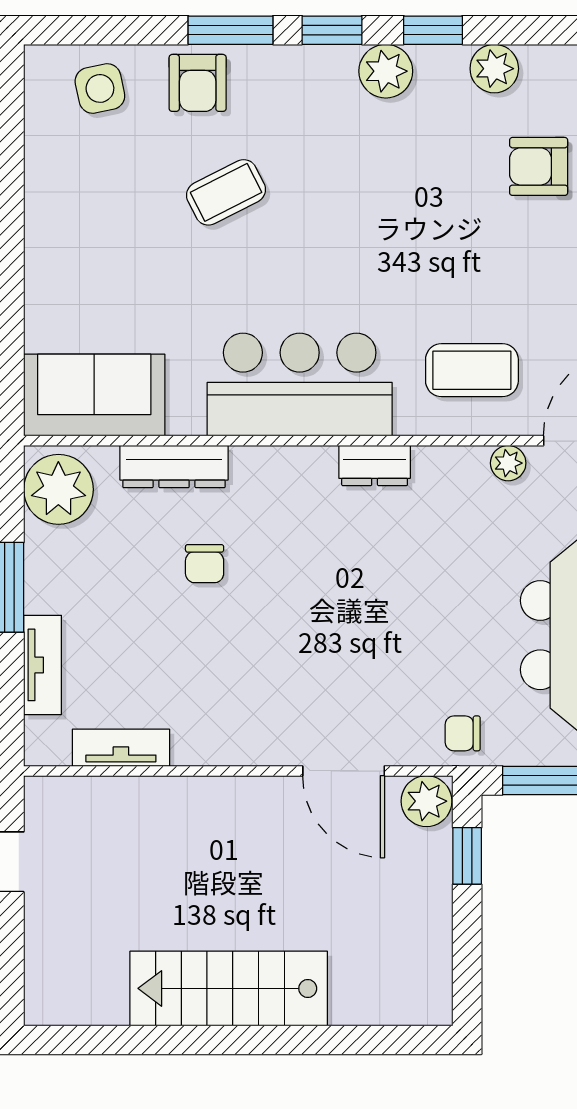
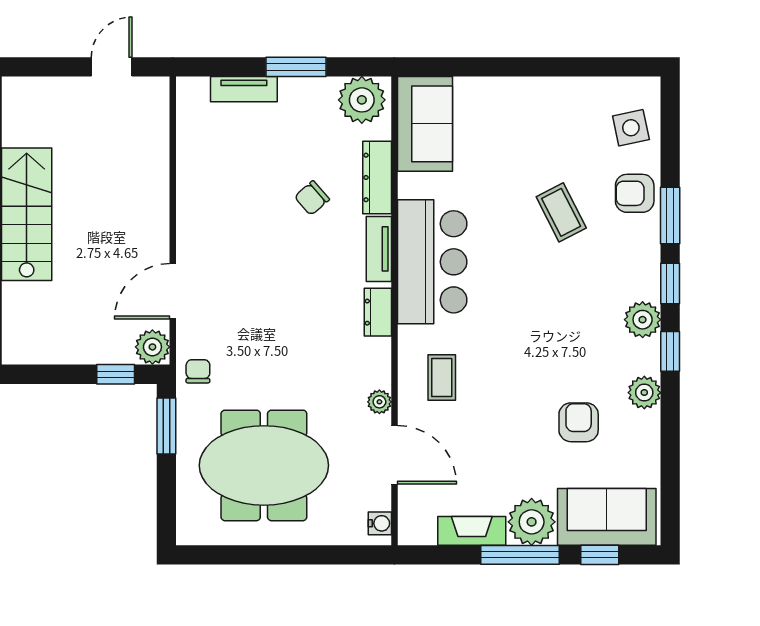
coffee table: (472, 370) -> (442, 377), width x0.73, depth x0.77
chair: (205, 564) -> (312, 198), turned -41
tv unit: (121, 748) -> (379, 249), moved, turned 180

